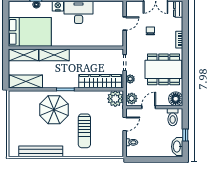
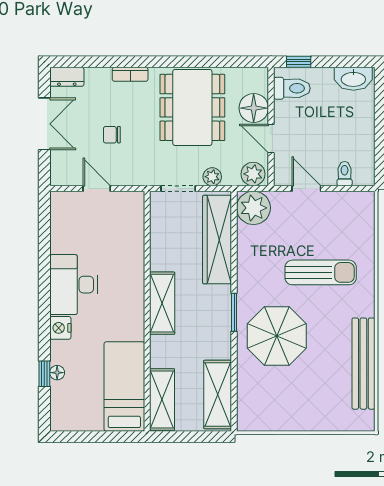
bed: (30, 32) -> (124, 386), width x0.67
shelving: (54, 55) -> (162, 303), moved
floor lamp: (176, 99) -> (254, 108), moved
window: (185, 135) -> (299, 62), moved

